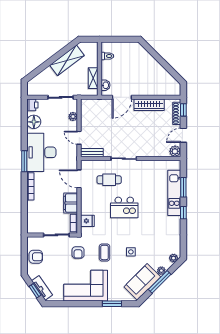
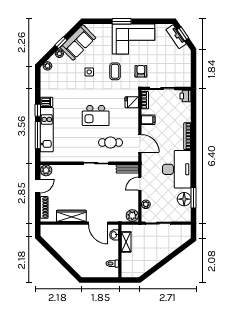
shelving: (67, 60) -> (152, 259), removed
door: (122, 97) -> (98, 223), swing flipped
printer: (32, 105) -> (186, 96), moved
plant: (87, 105) -> (132, 216), added
window: (183, 110) -> (38, 211), removed
door: (79, 138) -> (140, 184), swing flipped
window: (24, 161) -> (194, 198), moved
window: (183, 187) -> (38, 135), width x1.44
filing cabinet: (71, 203) -> (148, 120), width x0.50
kitchen island: (124, 207) -> (96, 115), turned 180
dishwasher: (174, 221) -> (47, 102), added
armchair: (36, 257) -> (182, 67), removed
window: (160, 282) -> (61, 43), width x0.46
window: (112, 304) -> (122, 21), moved

